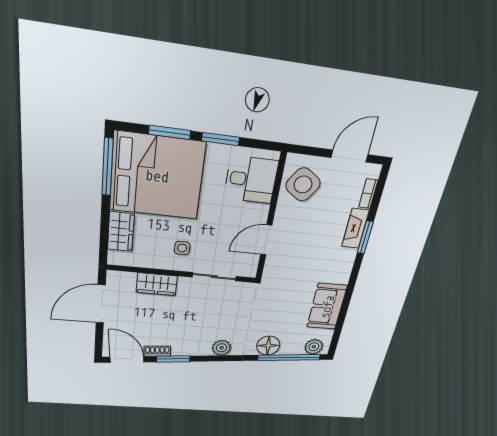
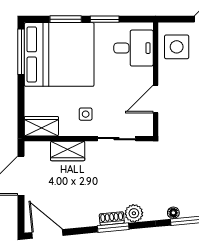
side table: (303, 184) -> (177, 47), turned -34
wardrobe: (121, 232) -> (41, 126), moved, turned -90
floor lamp: (268, 346) -> (173, 213), width x0.53, depth x0.53
shoe rack: (157, 351) -> (112, 219), moved
window: (173, 359) -> (113, 228), moved

